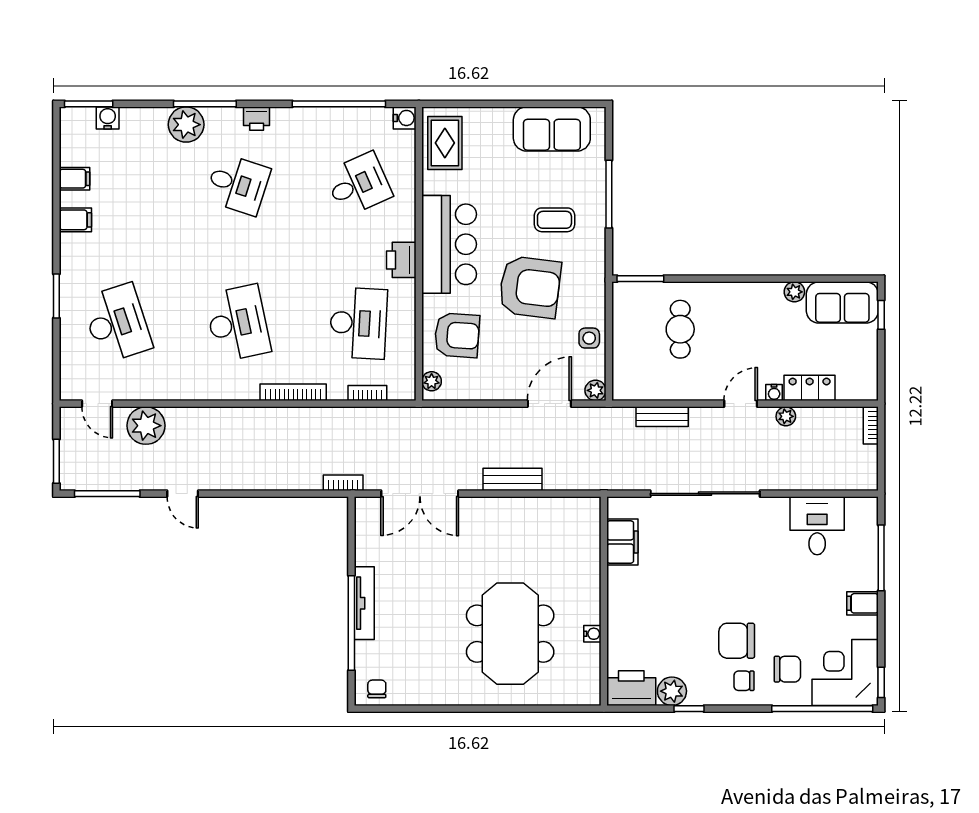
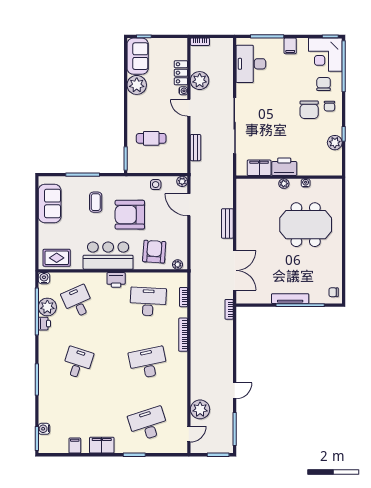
printer: (257, 119) -> (44, 324), moved
plant: (186, 125) -> (47, 307), moved
filing cabinet: (75, 220) -> (102, 445), width x2.00
armchair: (530, 287) -> (130, 215), turned -97
plant: (794, 292) -> (137, 85), width x1.87, depth x1.87
plant: (786, 416) -> (200, 81), width x1.88, depth x1.88
desk: (817, 526) -> (251, 64), width x1.37
plant: (591, 591) -> (284, 184), added
printer: (631, 688) -> (284, 167), moved, turned 90

